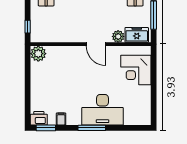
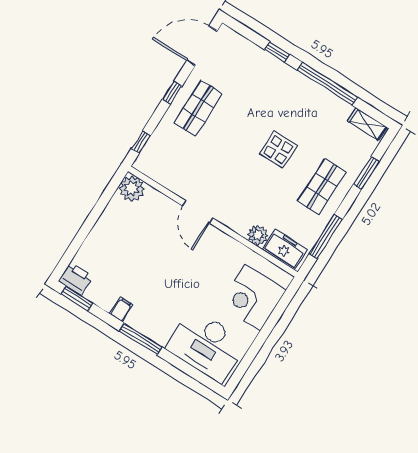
door: (96, 44) -> (198, 212), moved
desk: (102, 110) -> (206, 345), moved
filing cabinet: (61, 119) -> (121, 309), moved

